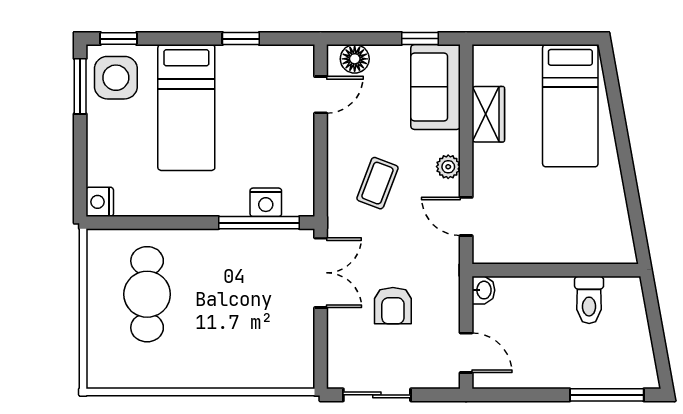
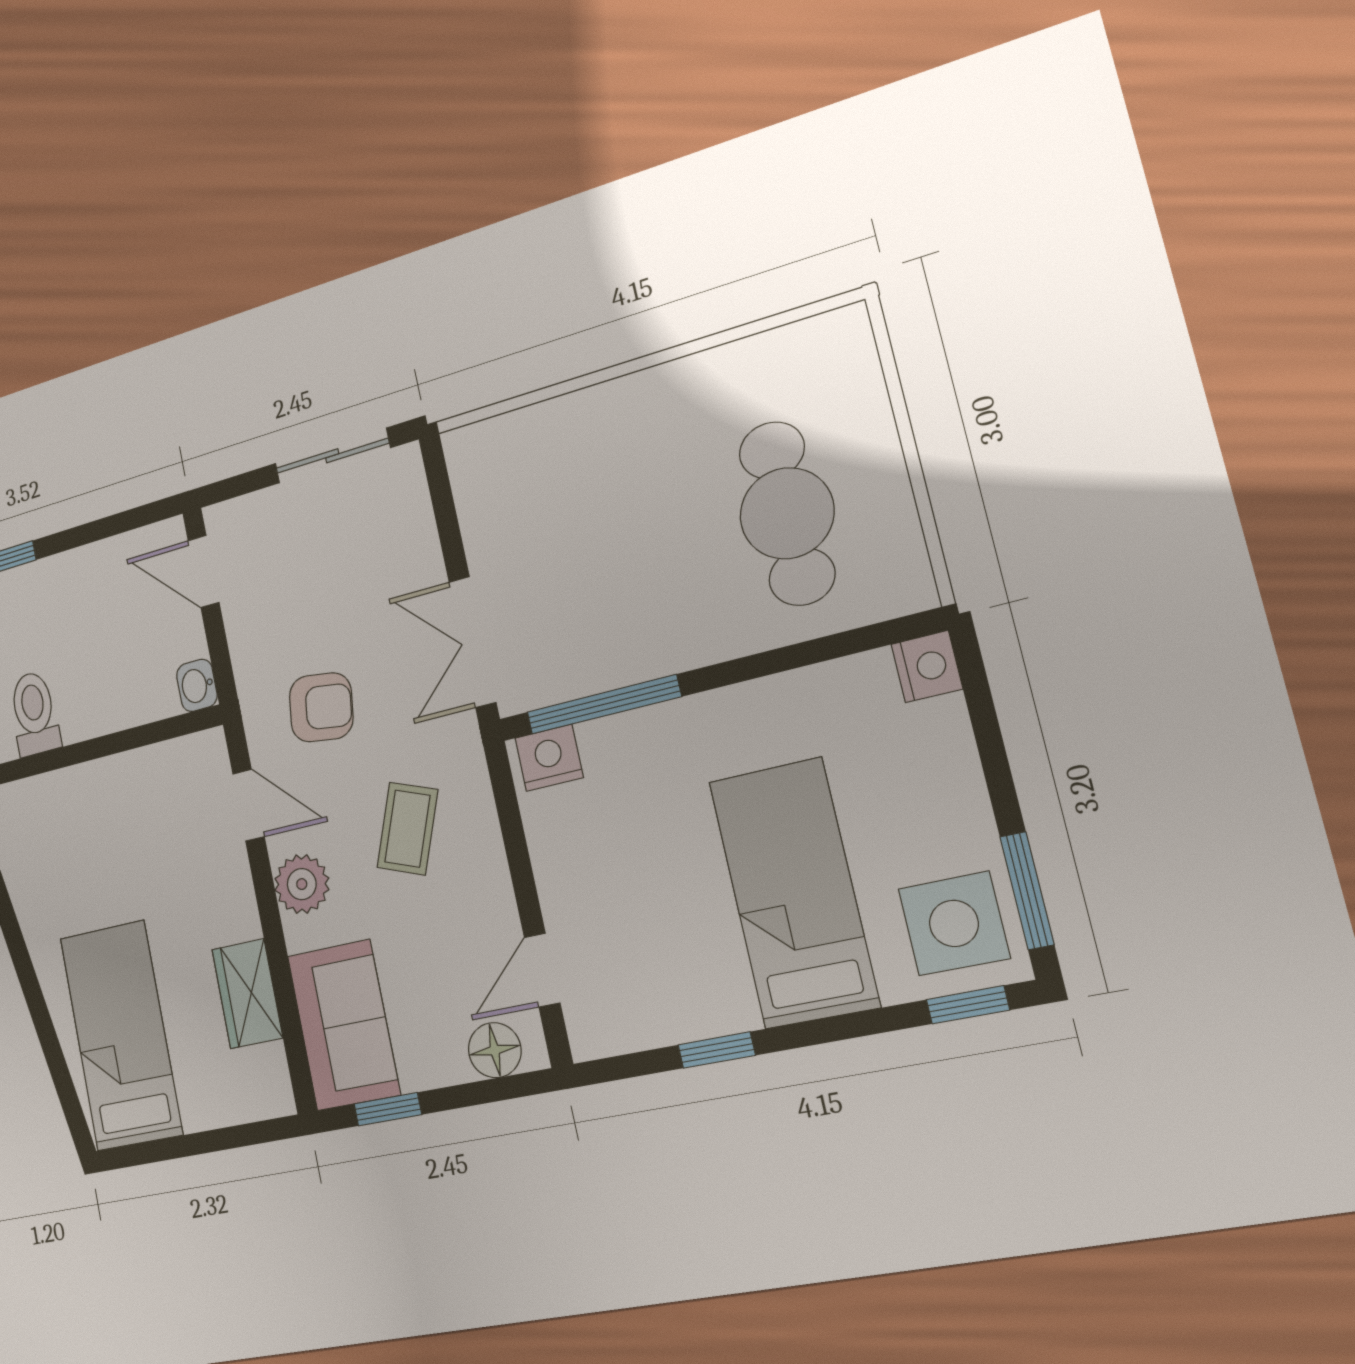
plant: (448, 167) -> (302, 884), width x1.38, depth x1.38
nightstand: (266, 202) -> (549, 758), moved
armchair: (393, 306) -> (321, 707), moved, turned 98

